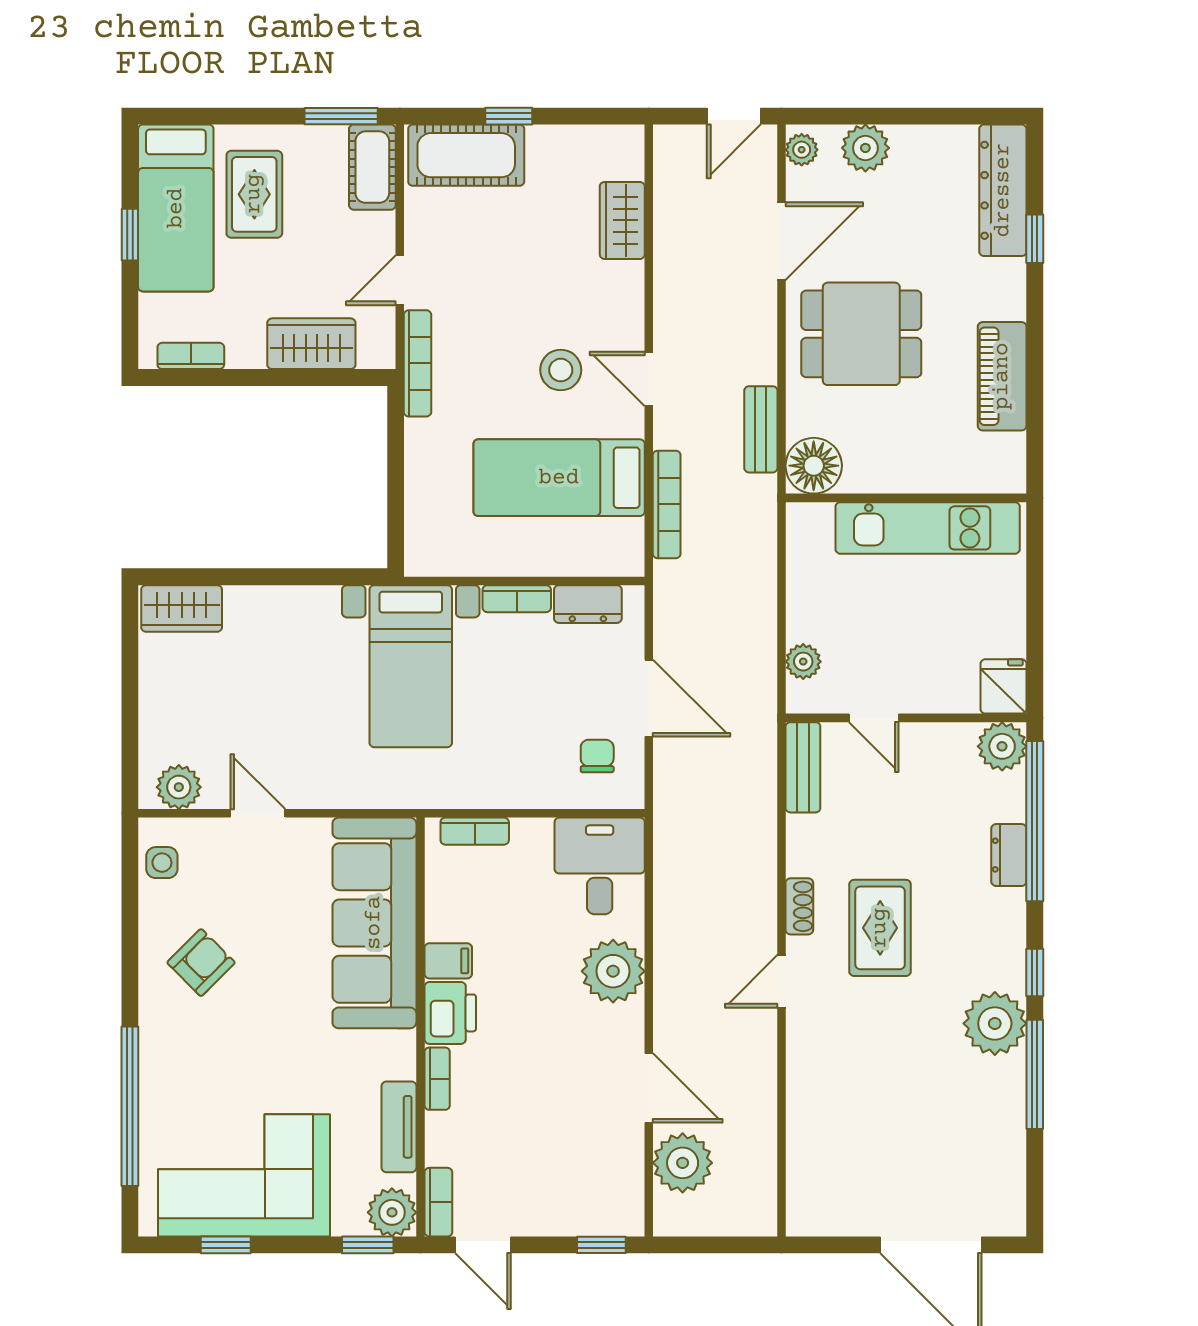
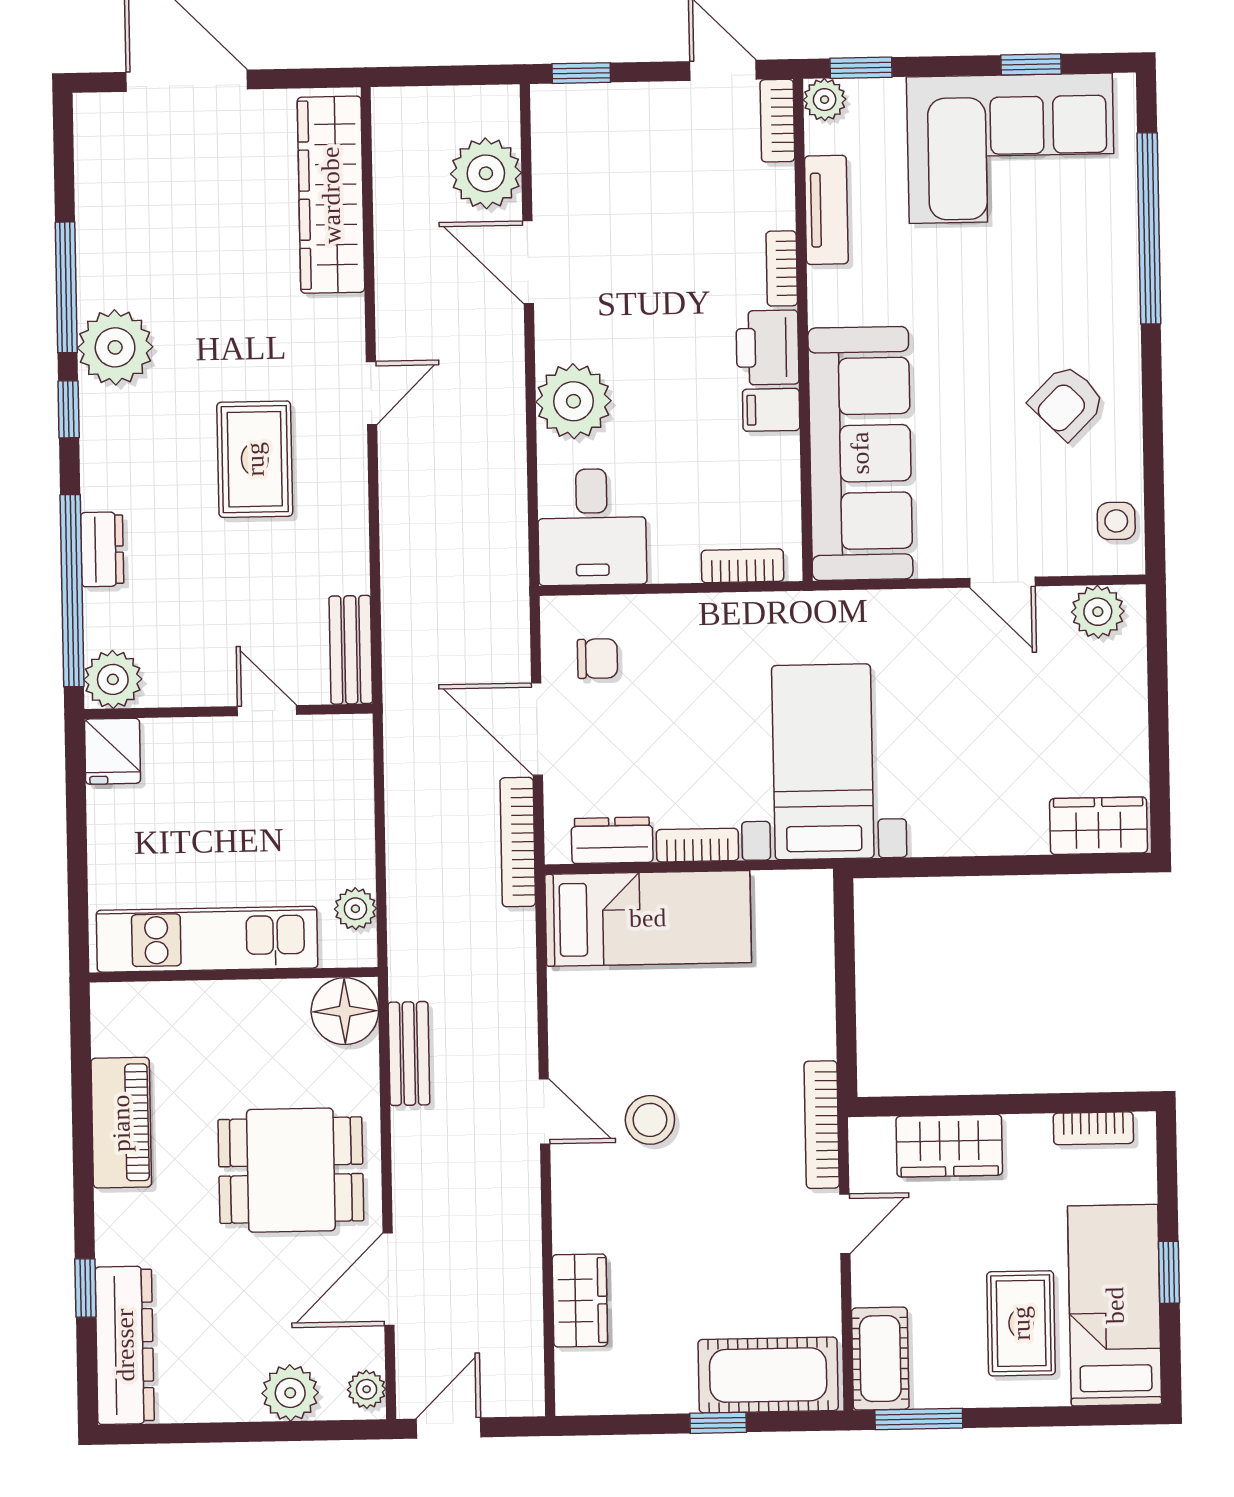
bed: (559, 478) -> (648, 918), moved
bookcase: (667, 504) -> (518, 842), moved
plant: (803, 662) -> (355, 909), moved
chair: (597, 756) -> (597, 659), turned -90
shoe rack: (799, 906) -> (352, 483), removed
wardrobe: (812, 1147) -> (331, 195), added
plant: (392, 1212) -> (825, 100), width x0.73, depth x0.73

